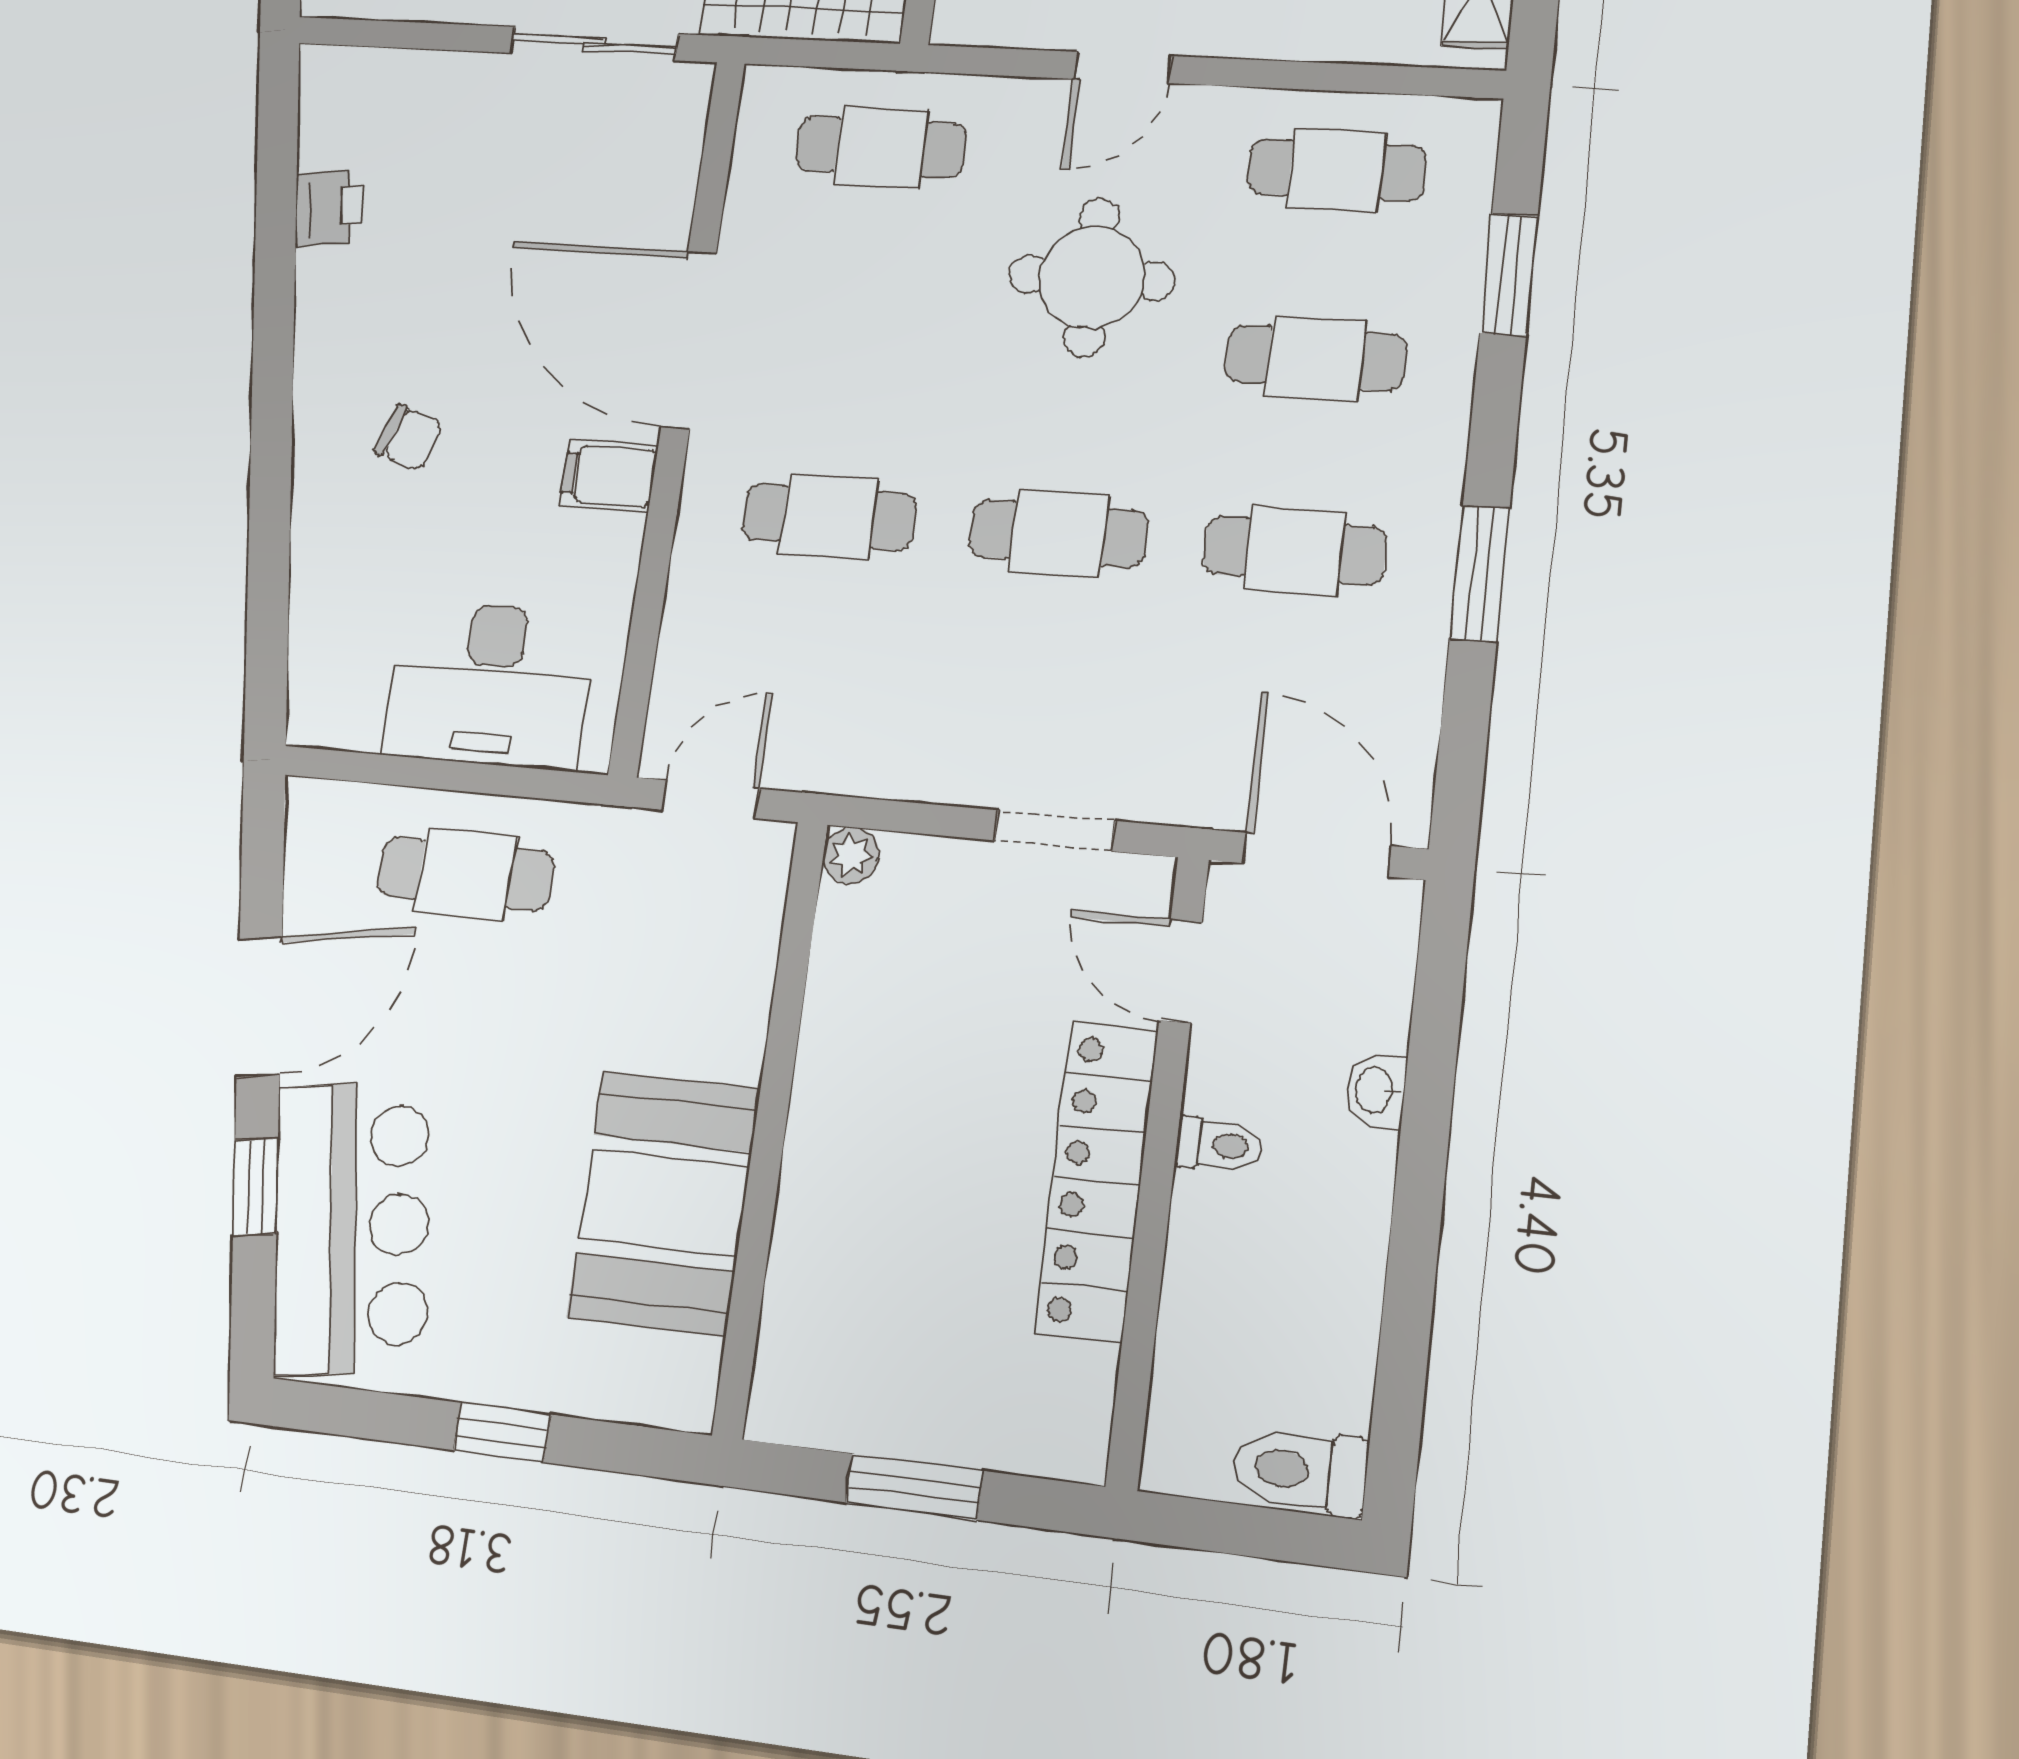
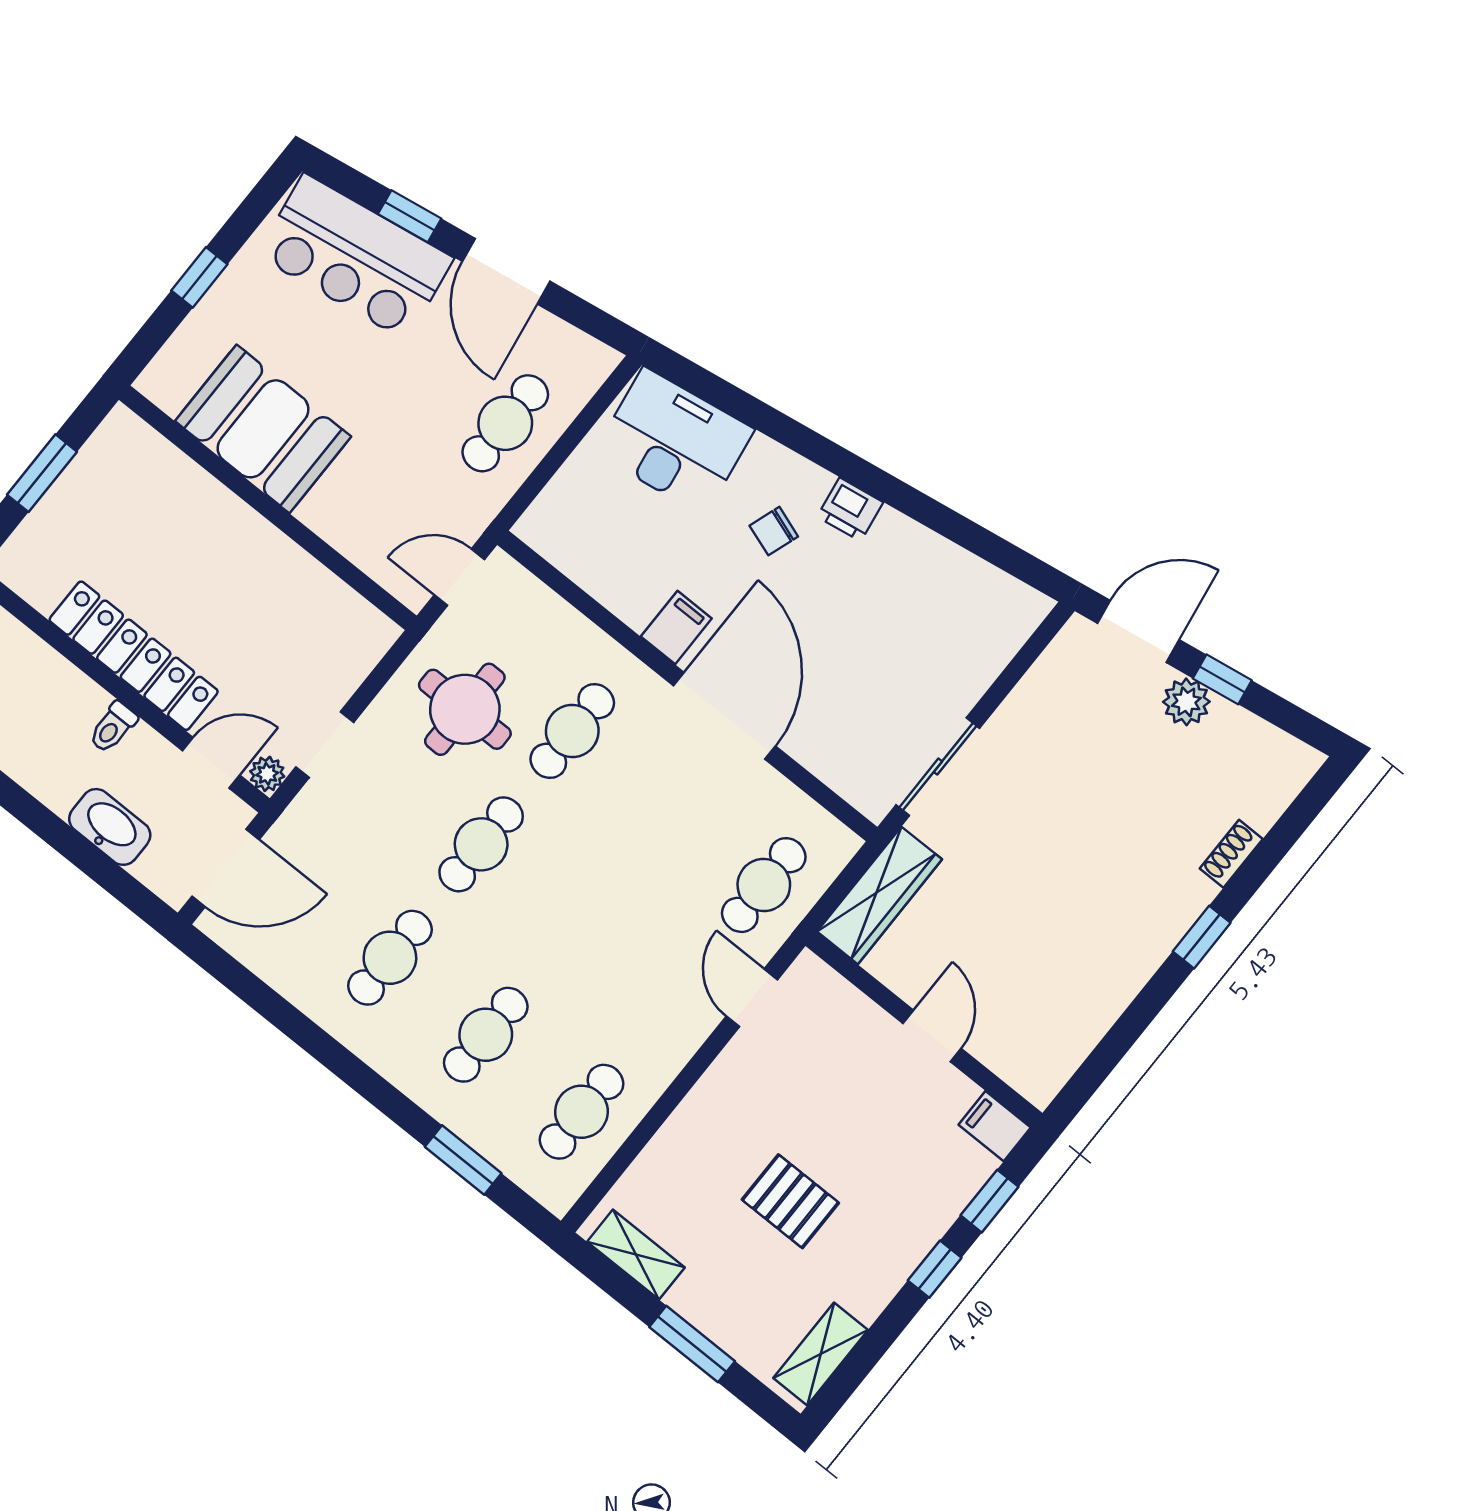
door: (1122, 67) -> (752, 998), moved
printer: (329, 208) -> (850, 509), moved
round table: (1092, 277) -> (465, 709), moved
door: (689, 340) -> (725, 716), hinge flipped
window: (1480, 573) -> (316, 1041), removed
desk: (490, 684) -> (674, 441), moved, turned 81
door: (711, 799) -> (459, 577), swing flipped
plant: (851, 855) -> (267, 774), moved
washbasin: (1376, 1090) -> (110, 827), width x1.91, depth x1.45

